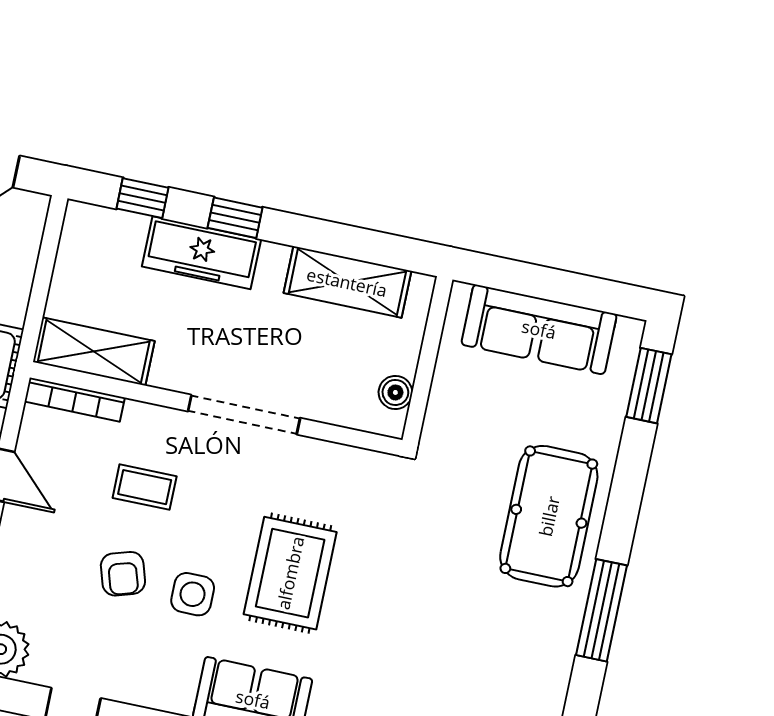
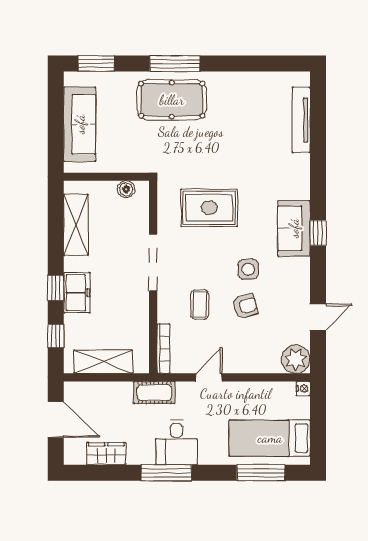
freezer: (201, 253) -> (77, 293), width x0.71
shelving: (94, 352) -> (103, 362), moved, turned 90
rug: (290, 573) -> (209, 208), moved
window: (601, 610) -> (175, 64), moved

